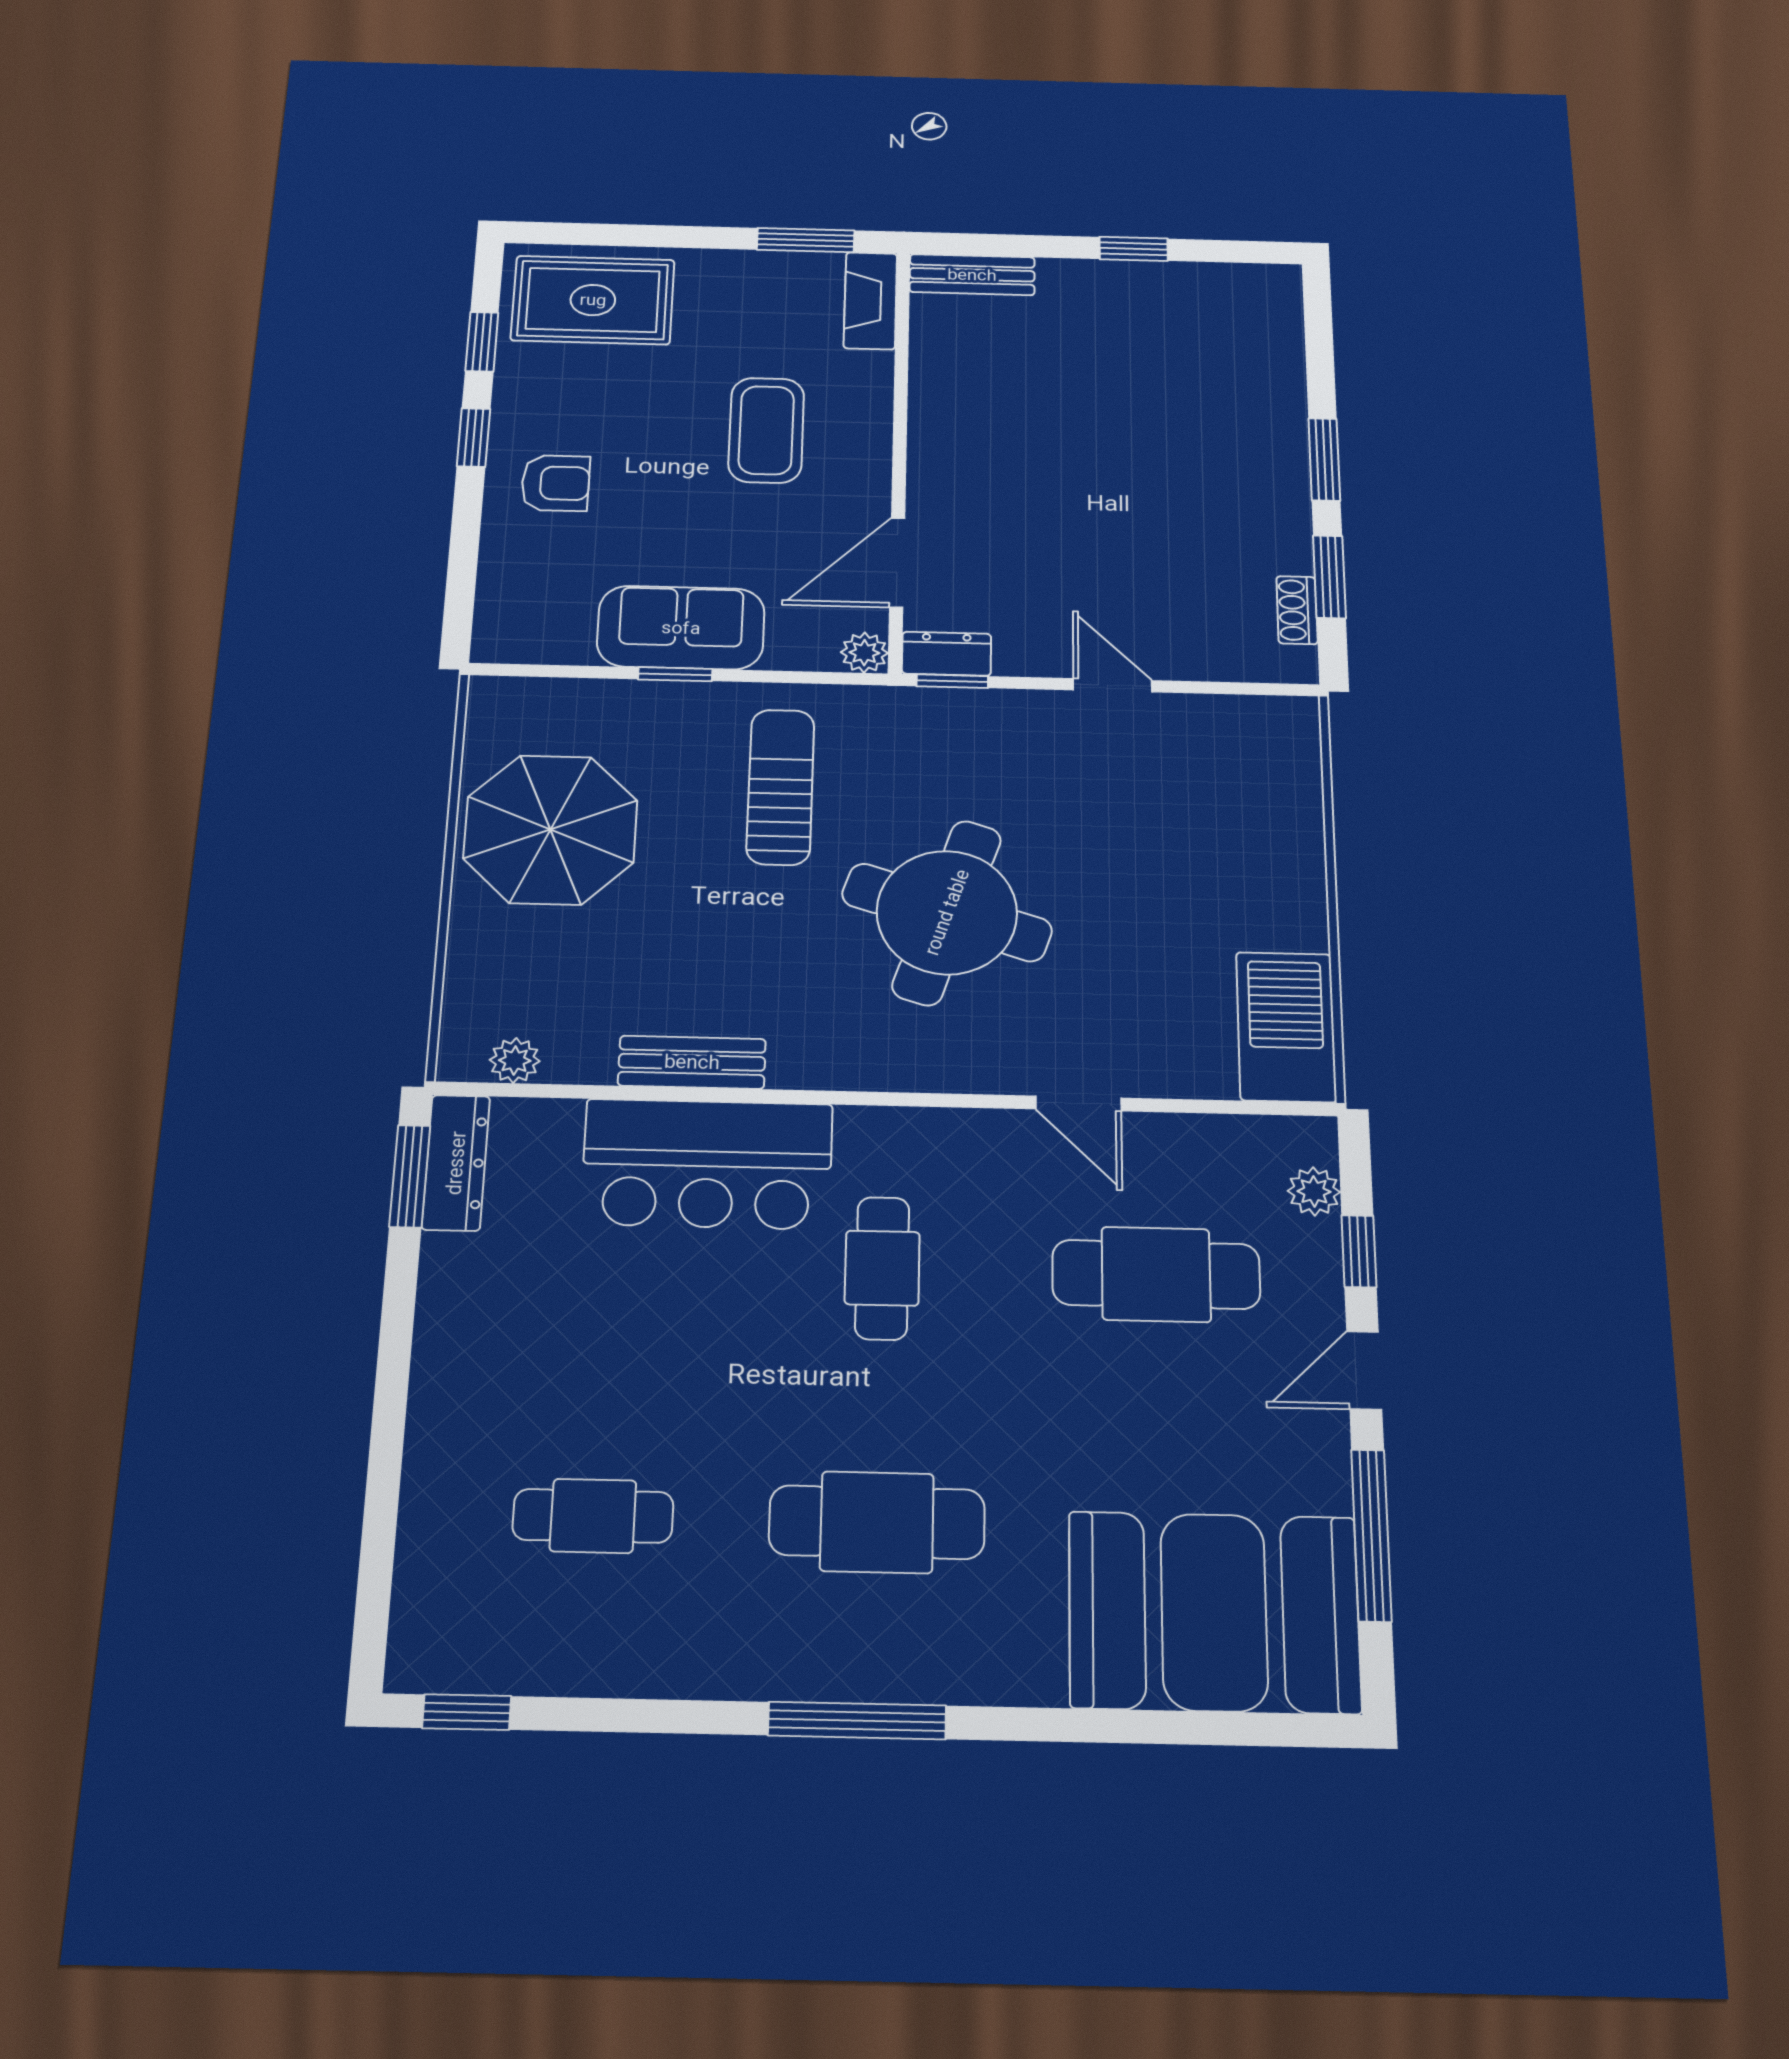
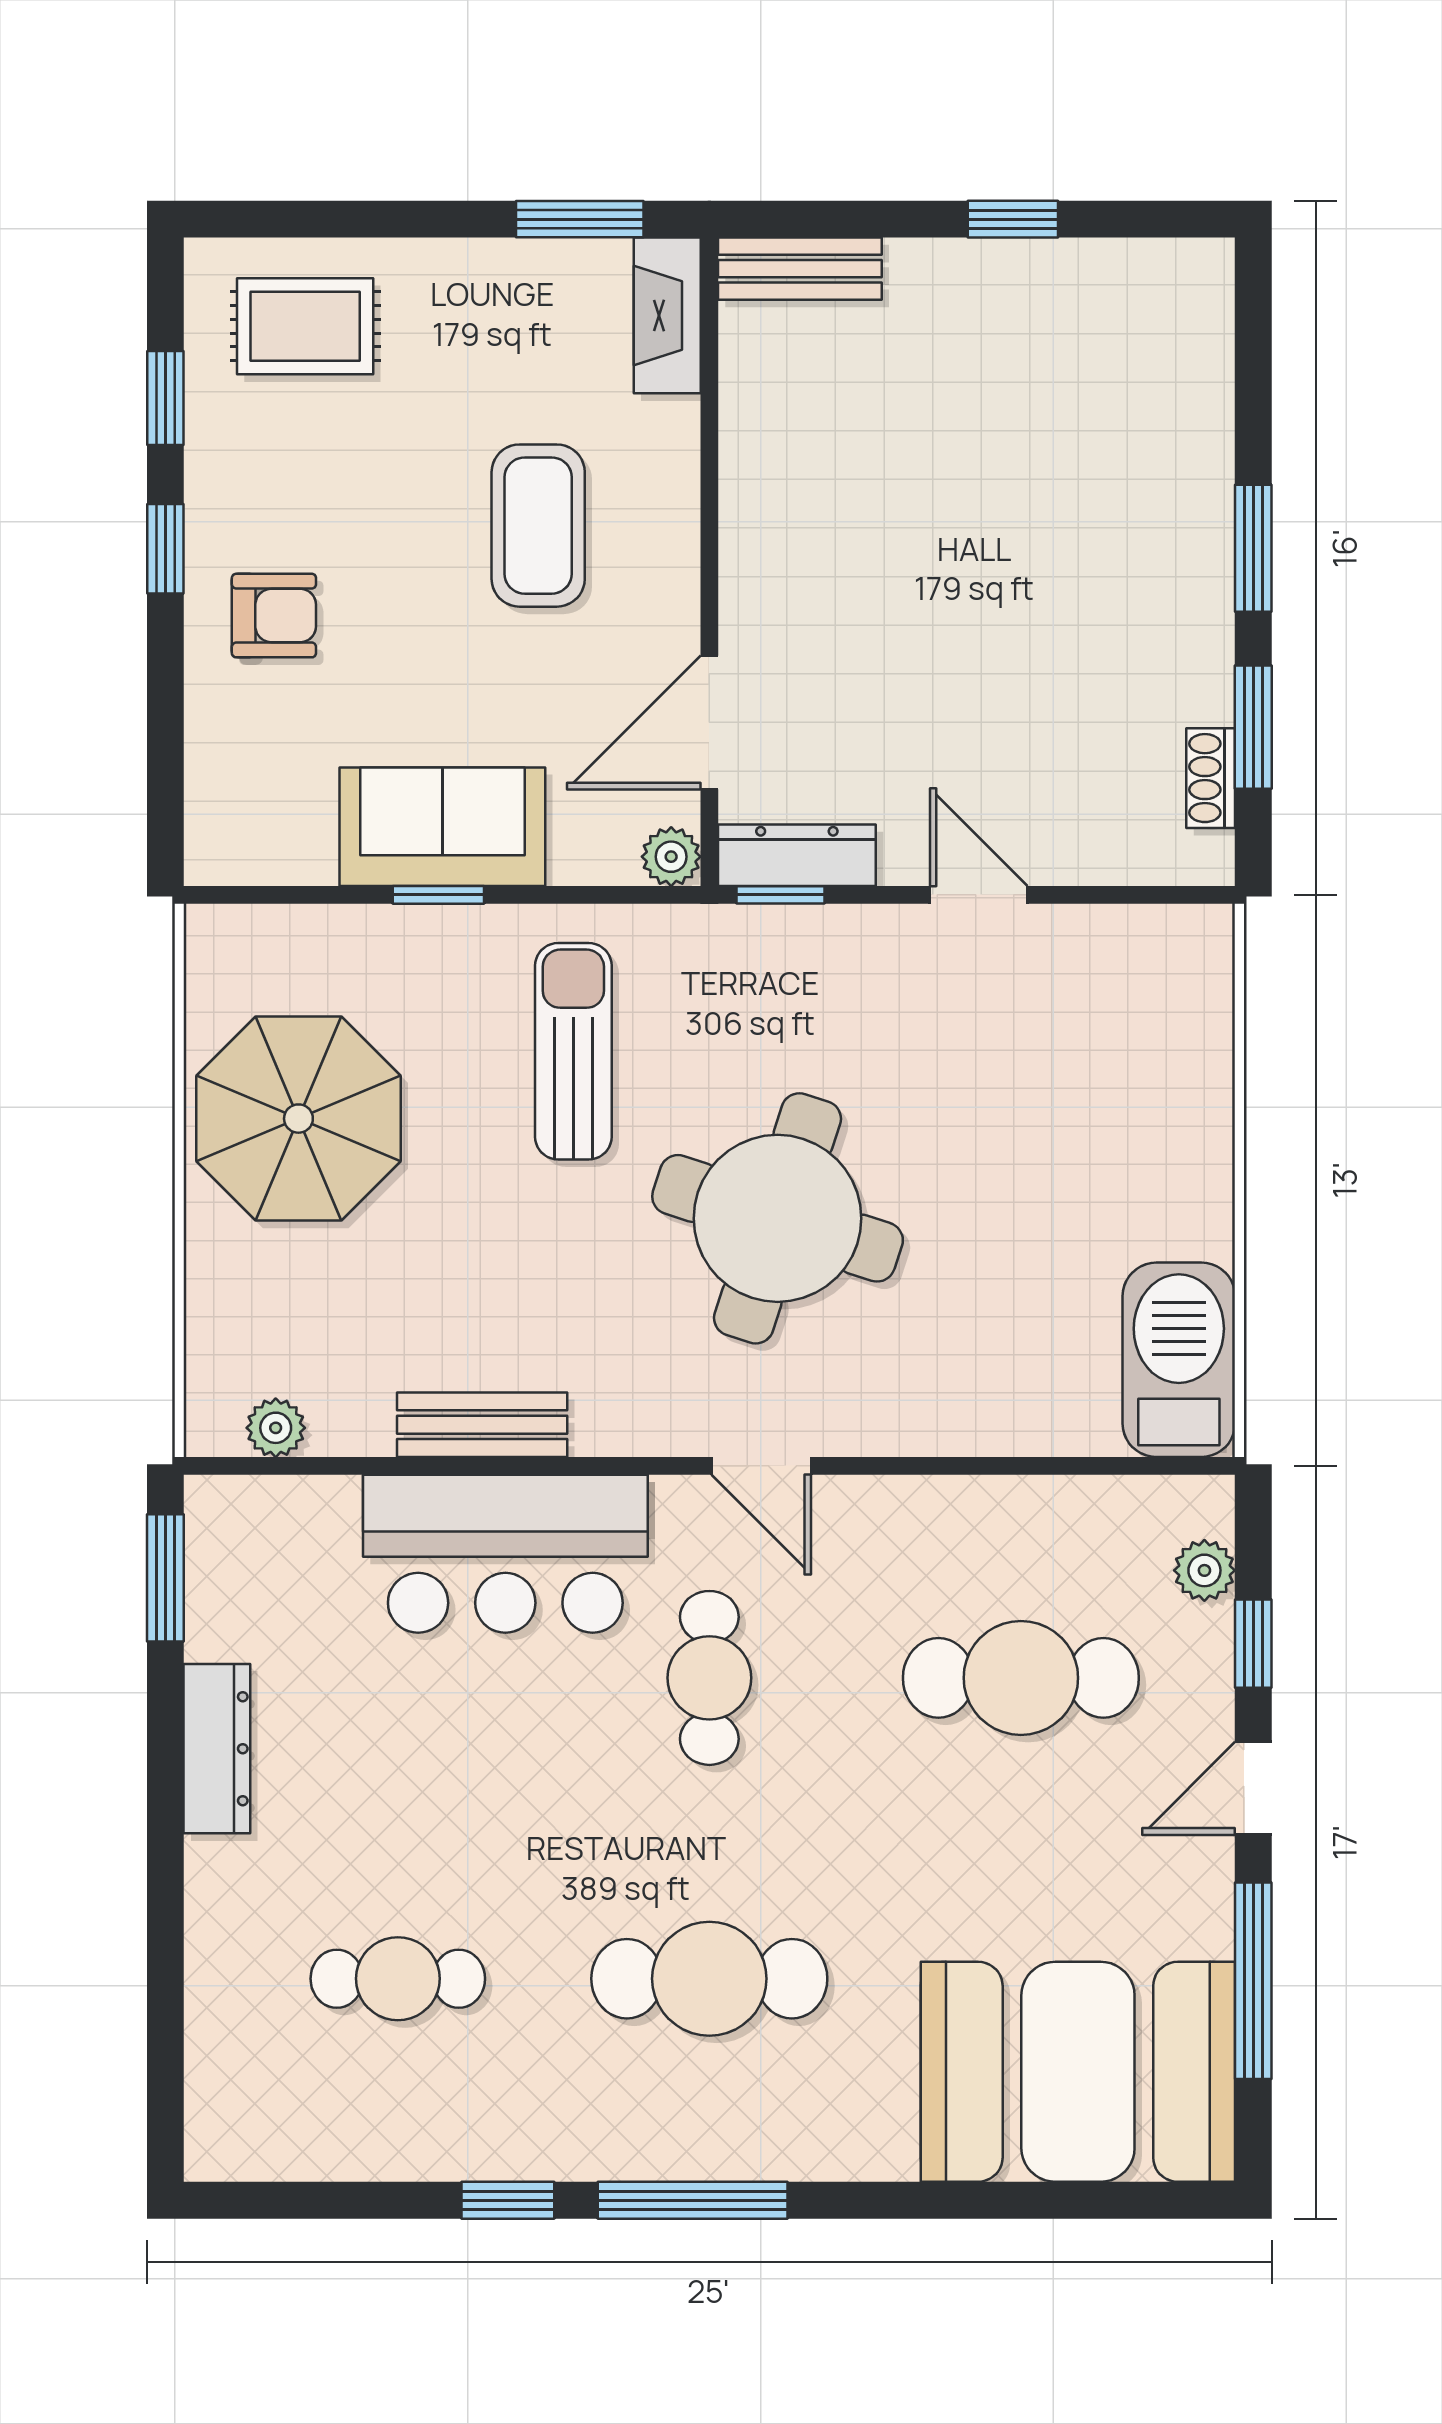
rug: (593, 300) -> (305, 326), width x0.73, depth x0.70
dresser: (947, 654) -> (797, 855), width x1.44
door: (1079, 1104) -> (761, 1466), moved
dresser: (456, 1163) -> (217, 1749), moved
window: (467, 1712) -> (508, 2200), moved

